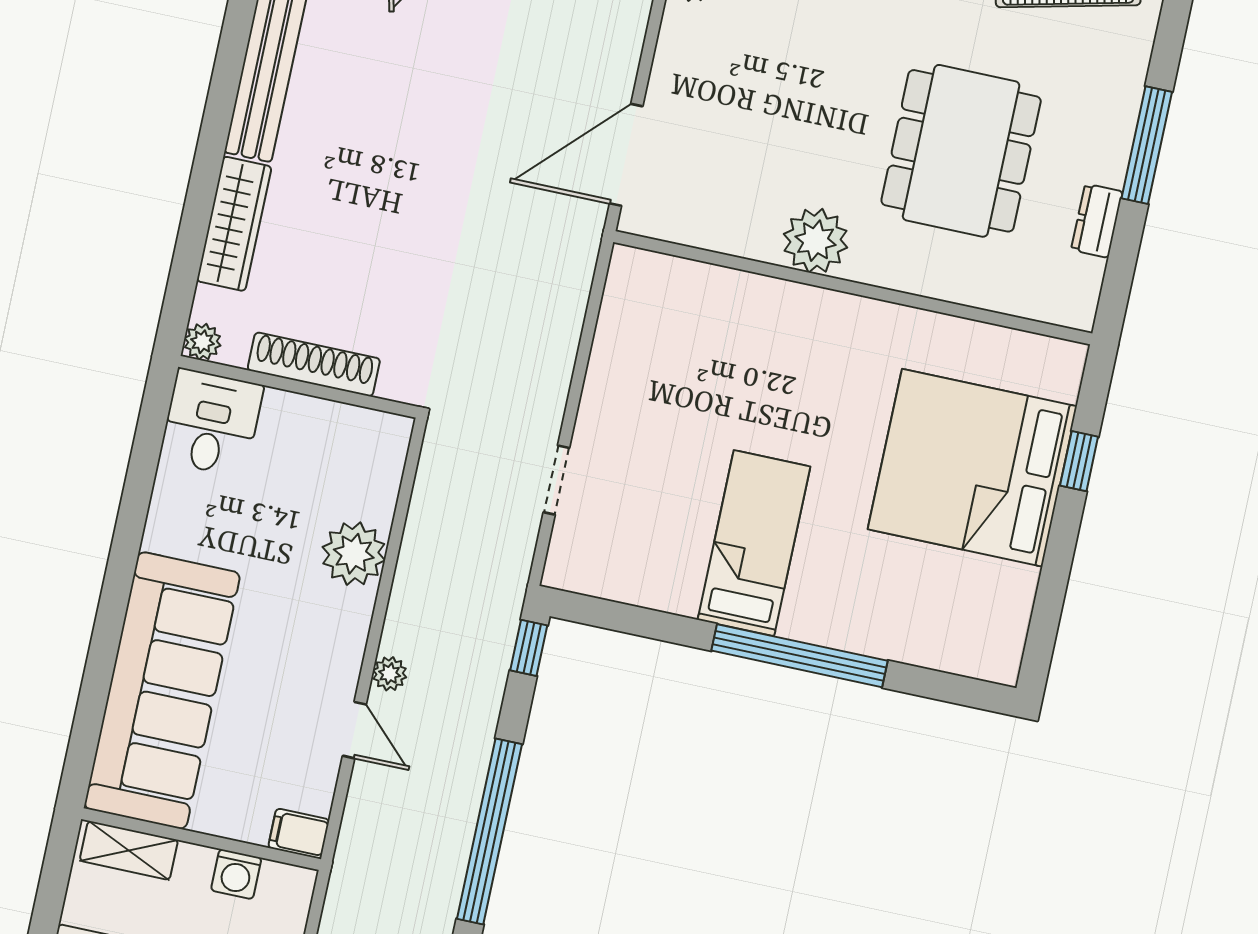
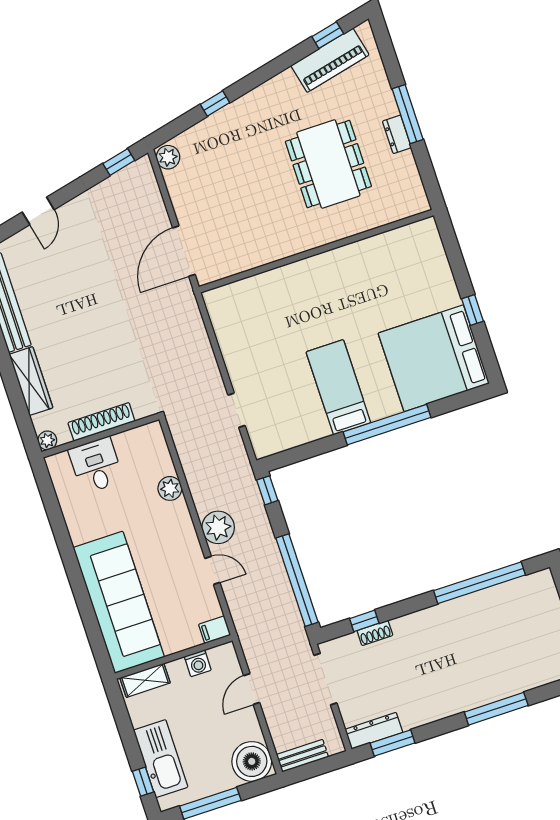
dresser: (1097, 221) -> (397, 134), moved
plant: (816, 241) -> (288, 240), removed
desk: (211, 423) -> (96, 465), moved
window: (1079, 461) -> (472, 310), moved
bed: (972, 468) -> (434, 358), moved
plant: (354, 554) -> (170, 488), width x0.73, depth x0.73
plant: (390, 674) -> (218, 527), width x1.88, depth x1.88

